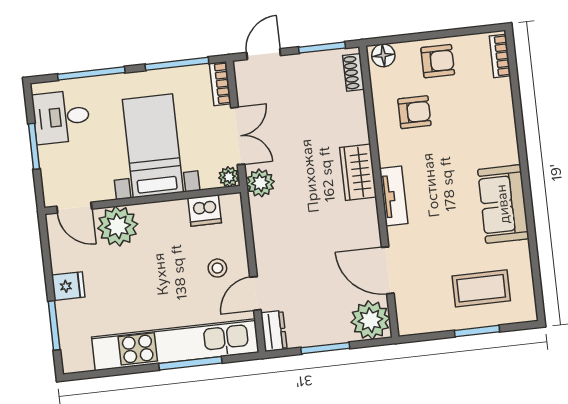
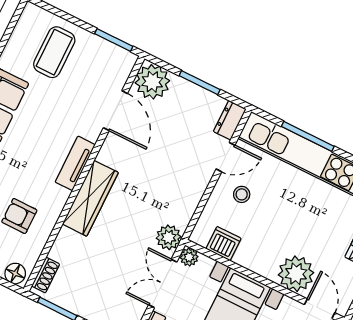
wardrobe: (358, 172) -> (90, 198), width x1.50
coffee table: (481, 288) -> (54, 52), turned 90
window: (477, 331) -> (114, 40), moved

